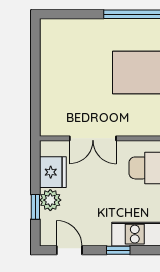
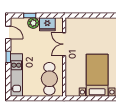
door: (69, 250) -> (8, 32), hinge flipped

